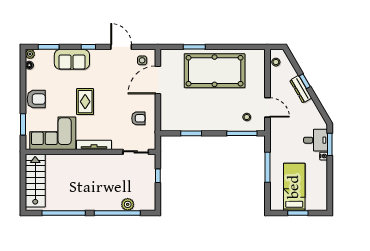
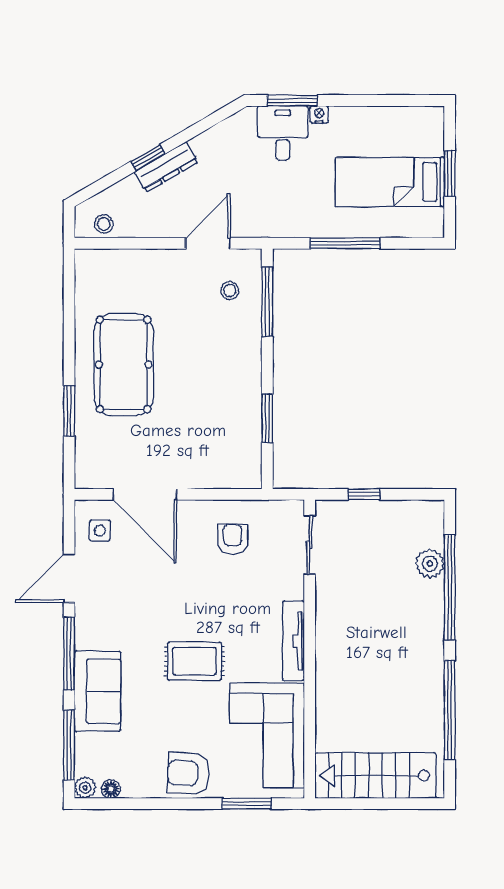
window: (49, 47) -> (69, 745), width x1.44
window: (88, 47) -> (69, 654), width x2.17
pool table: (215, 71) -> (124, 365), width x0.73, depth x0.76
armchair: (36, 99) -> (189, 773), turned -87

